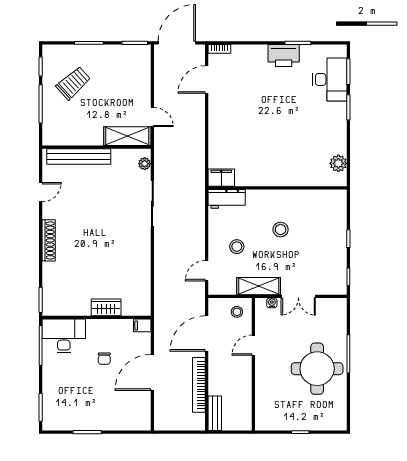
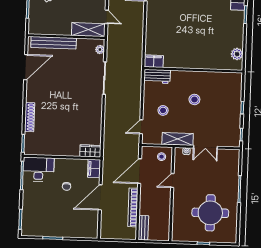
door: (41, 192) -> (26, 67), width x1.87
shoe rack: (49, 240) -> (30, 117), moved
wardrobe: (106, 307) -> (90, 151), moved
filing cabinet: (142, 325) -> (94, 169), width x2.00
round table: (317, 369) -> (210, 213), moved

